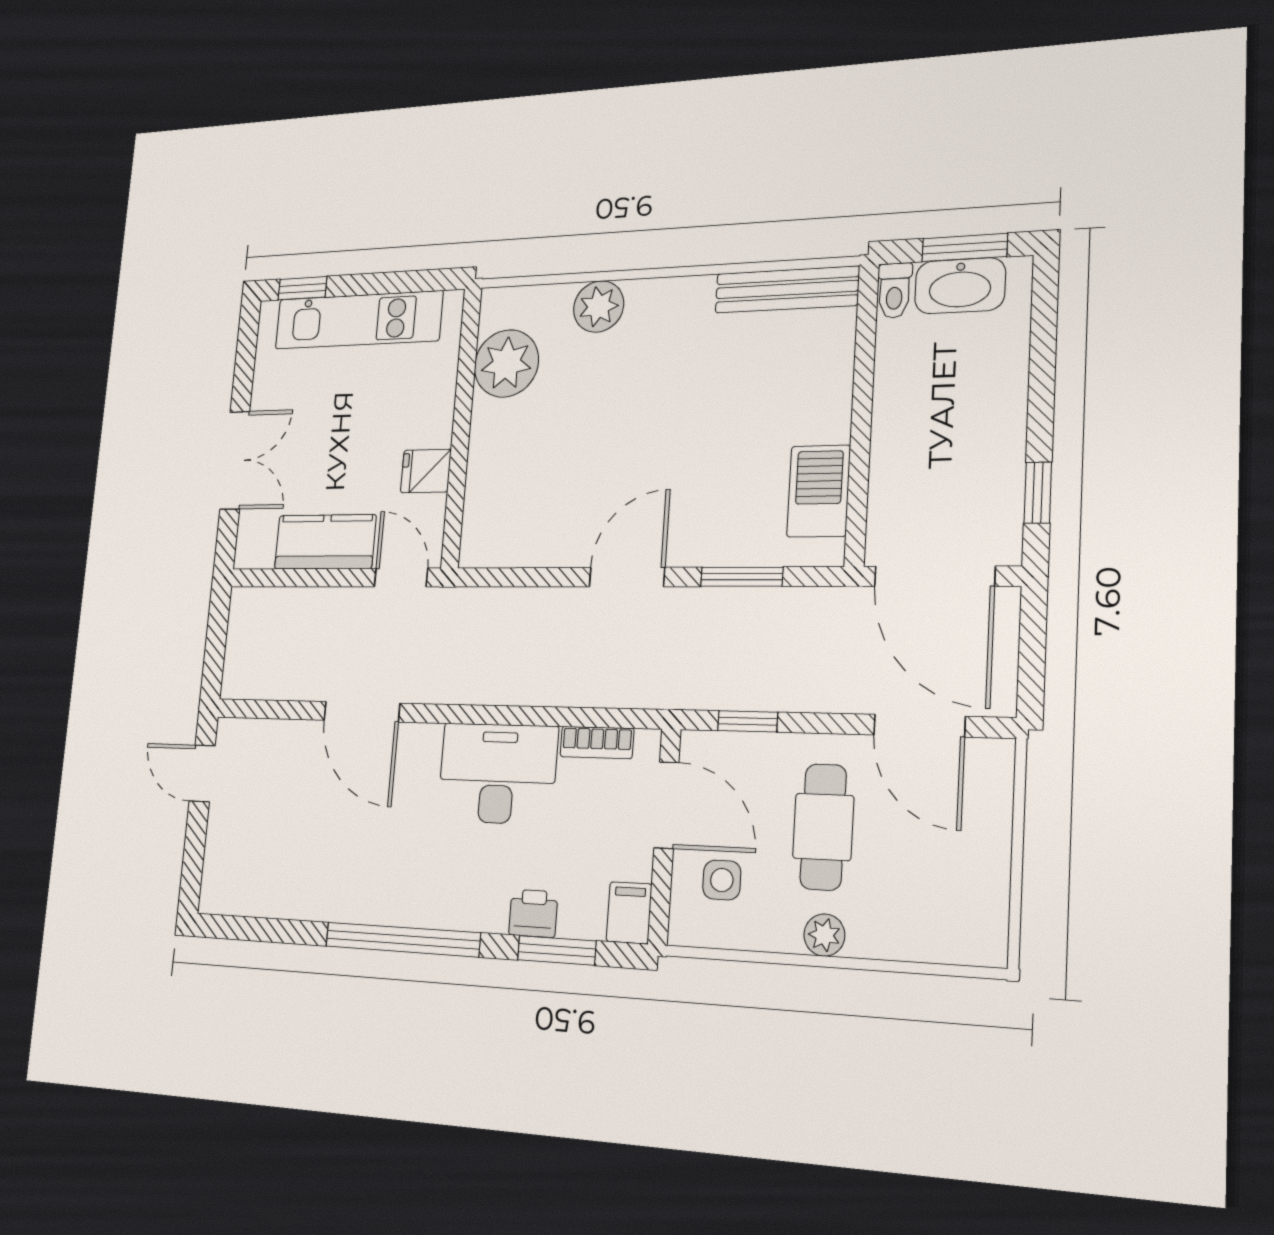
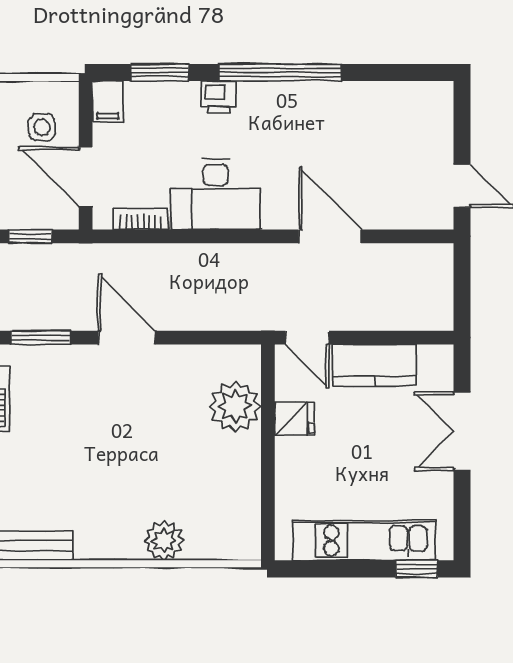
plant: (506, 363) -> (235, 406), moved
door: (627, 577) -> (127, 338), swing flipped
printer: (533, 913) -> (219, 97), moved

